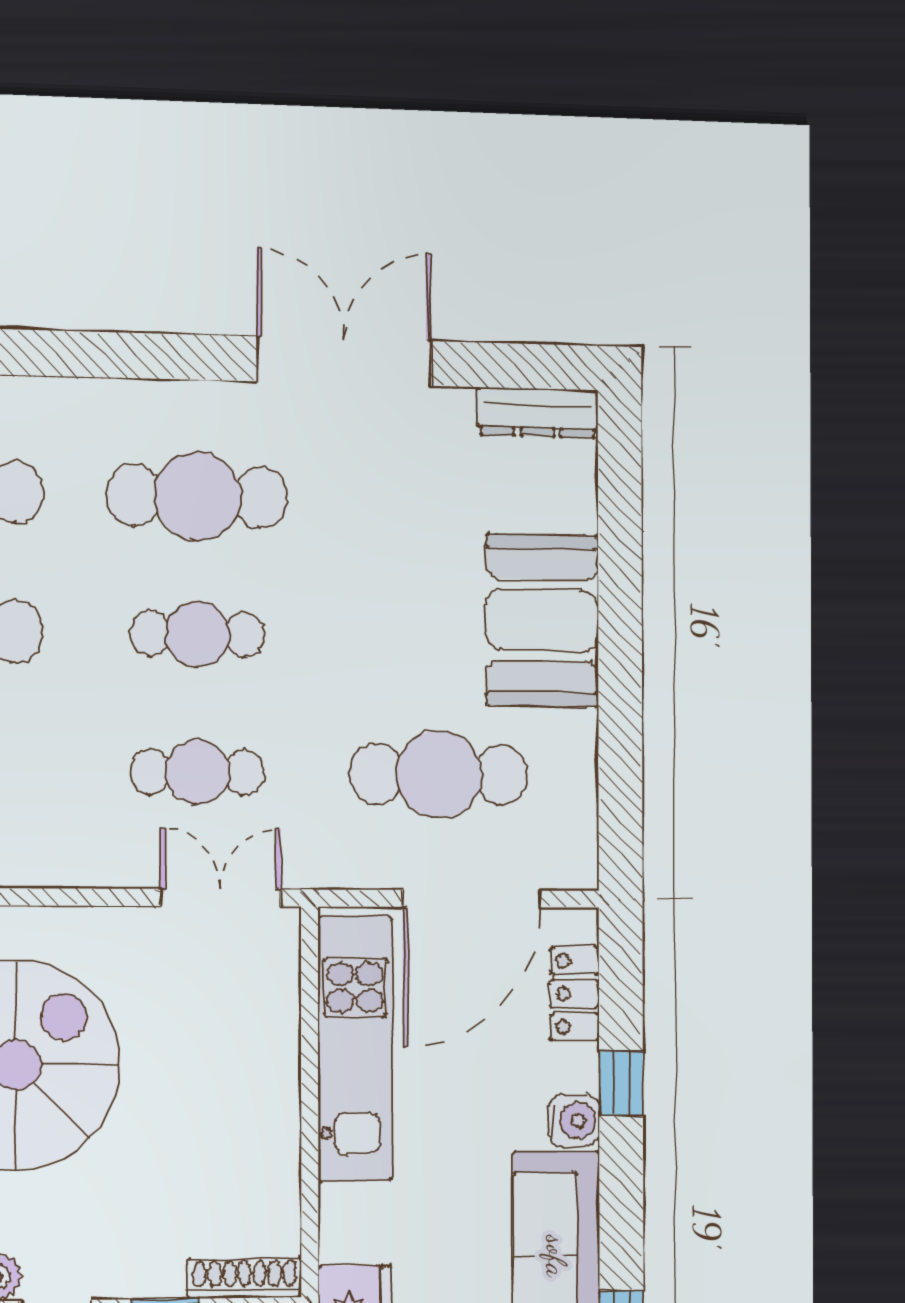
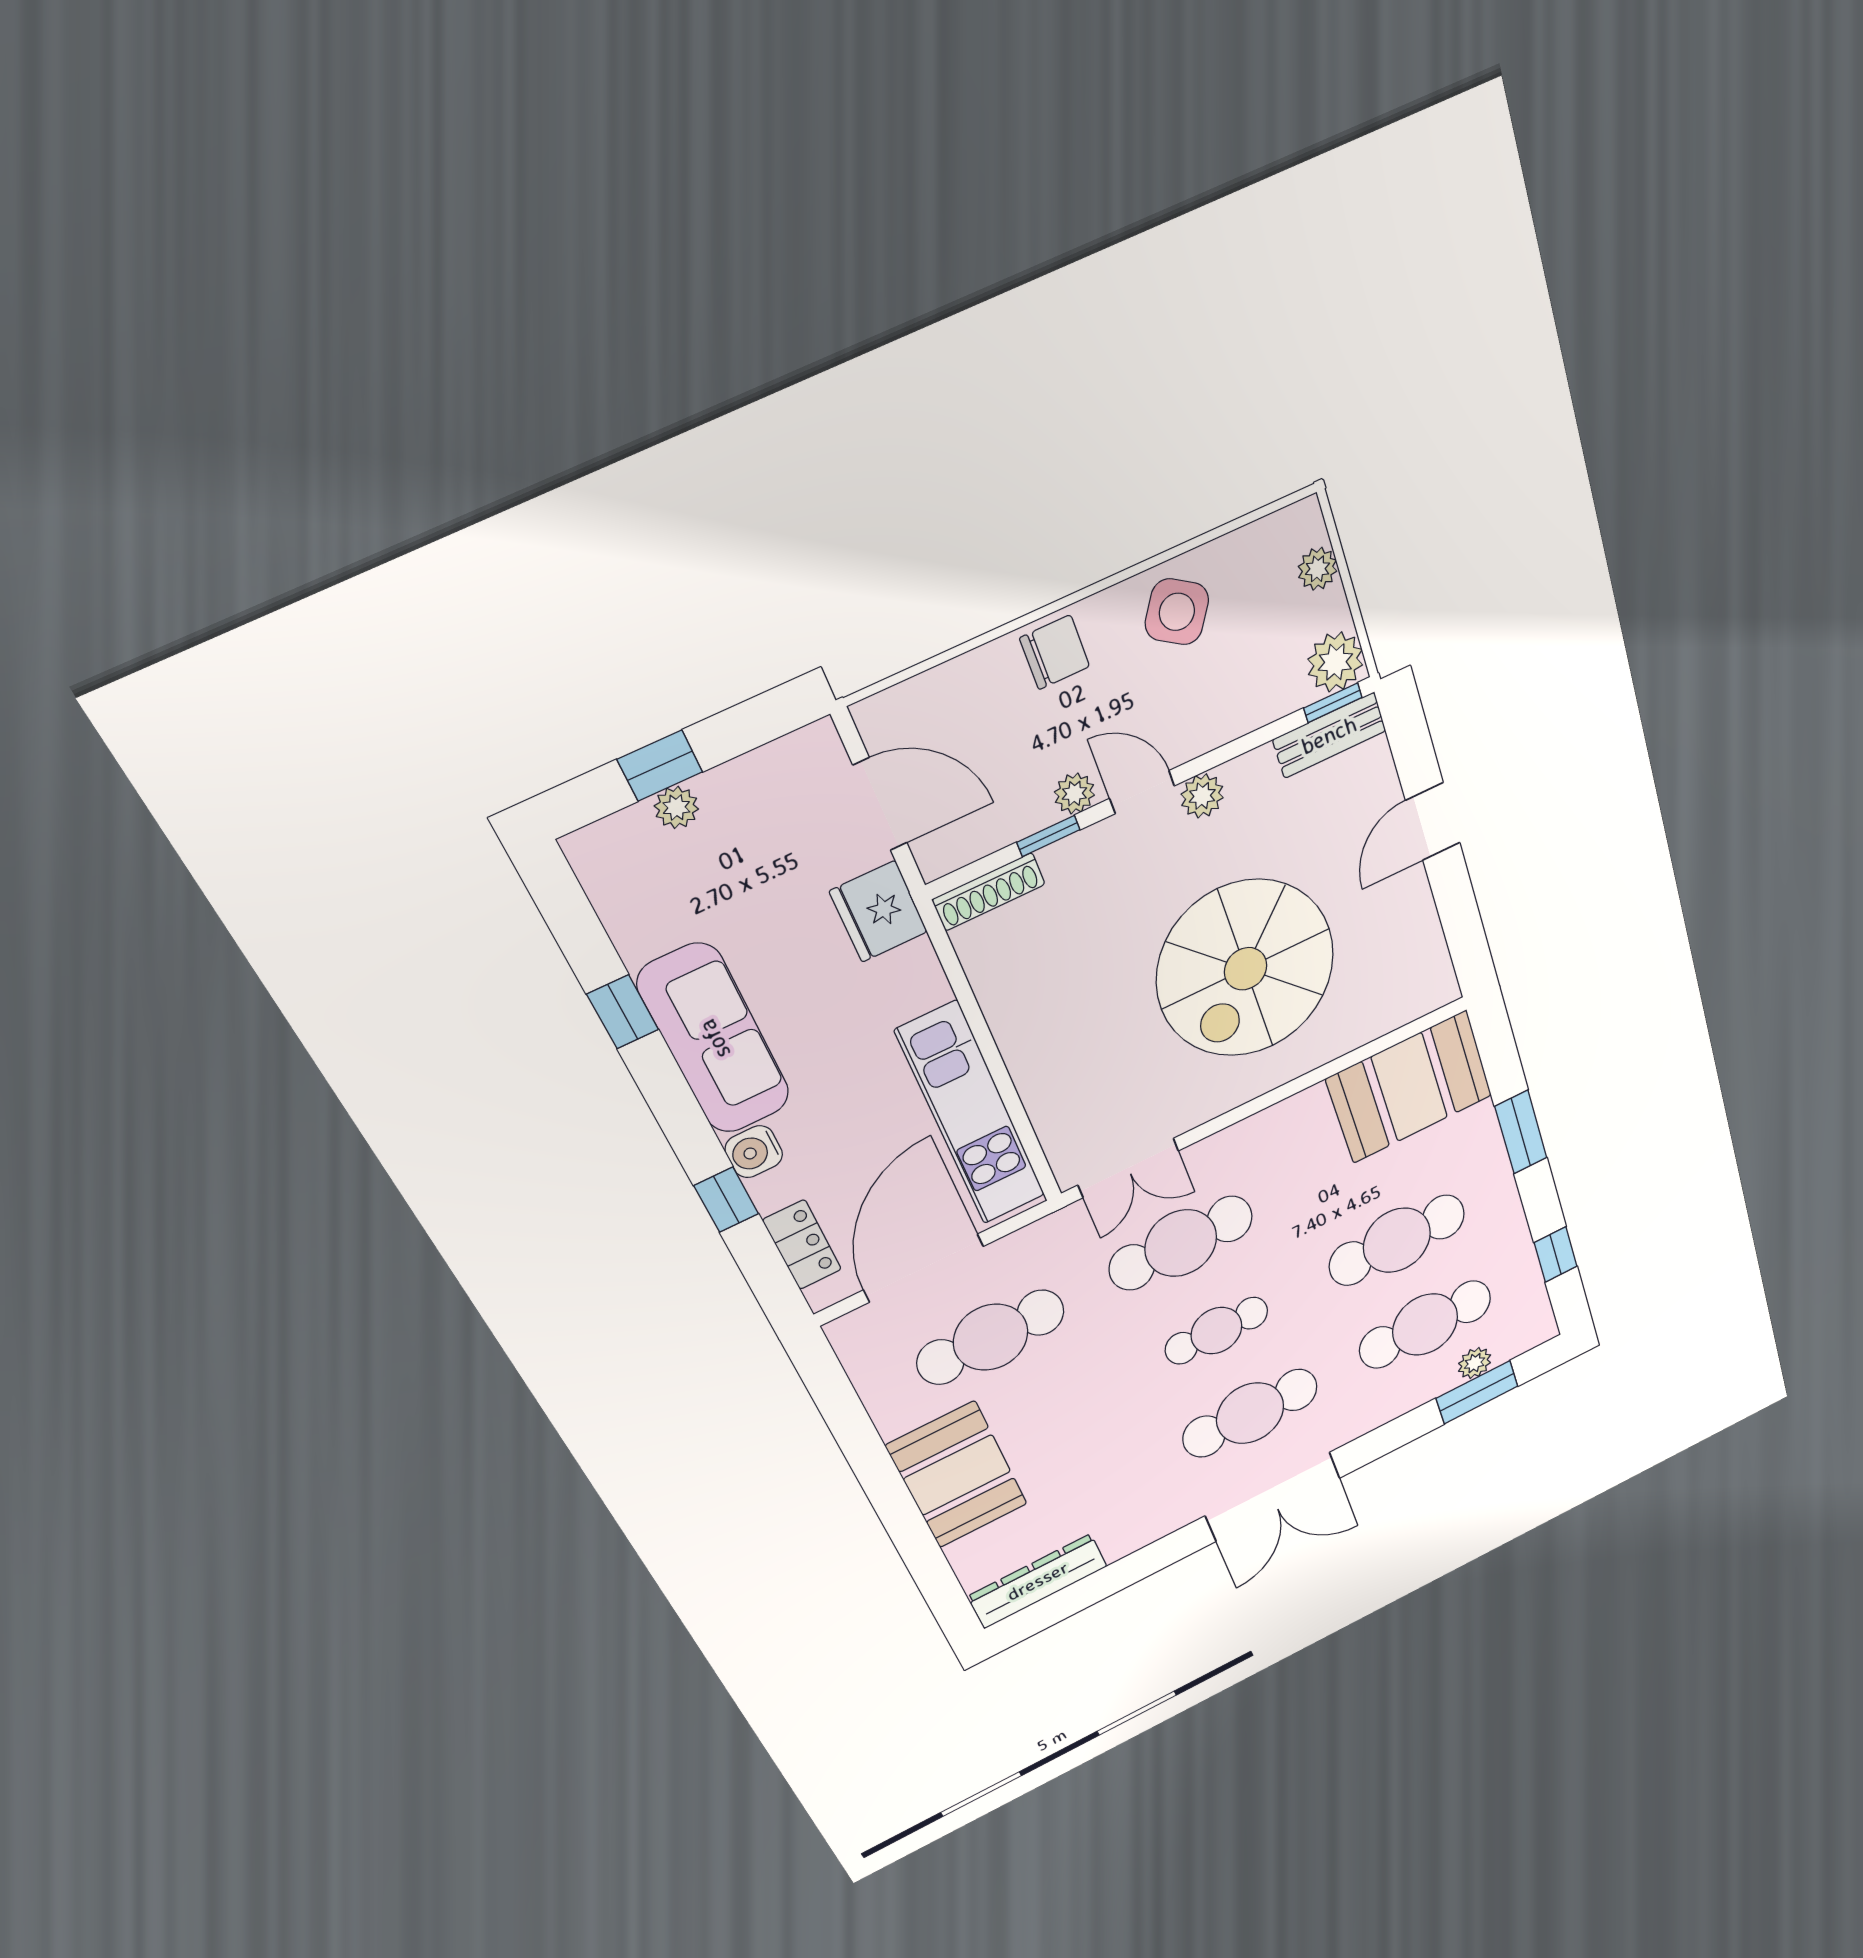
double door: (344, 361) -> (1273, 1497), moved
dresser: (538, 413) -> (1038, 1581), width x1.37, depth x1.24
cafe table: (197, 772) -> (1181, 1243), width x1.37, depth x1.35

